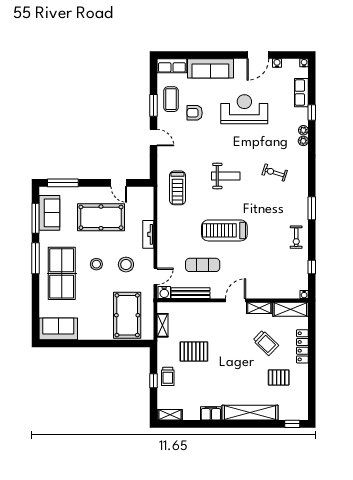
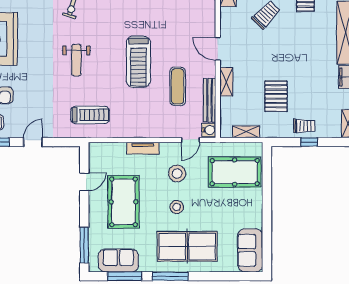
weight bench: (226, 176) -> (76, 60), turned 180
door: (155, 276) -> (190, 140), swing flipped
shelving: (259, 308) -> (226, 82), moved

